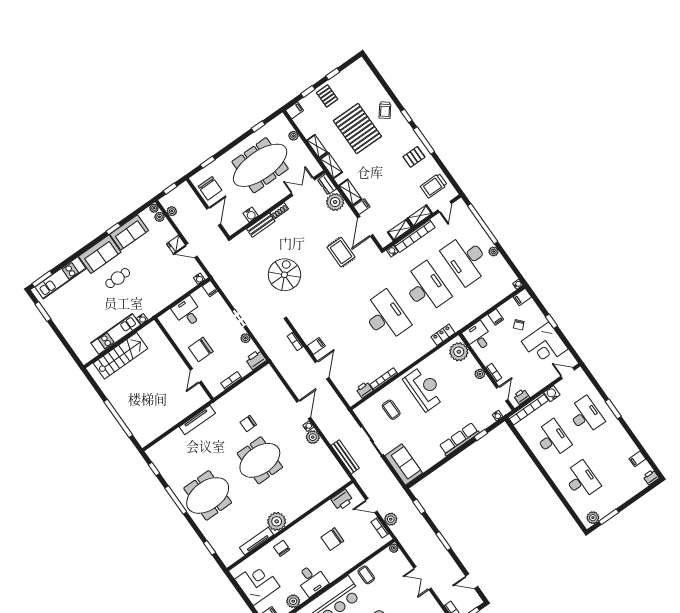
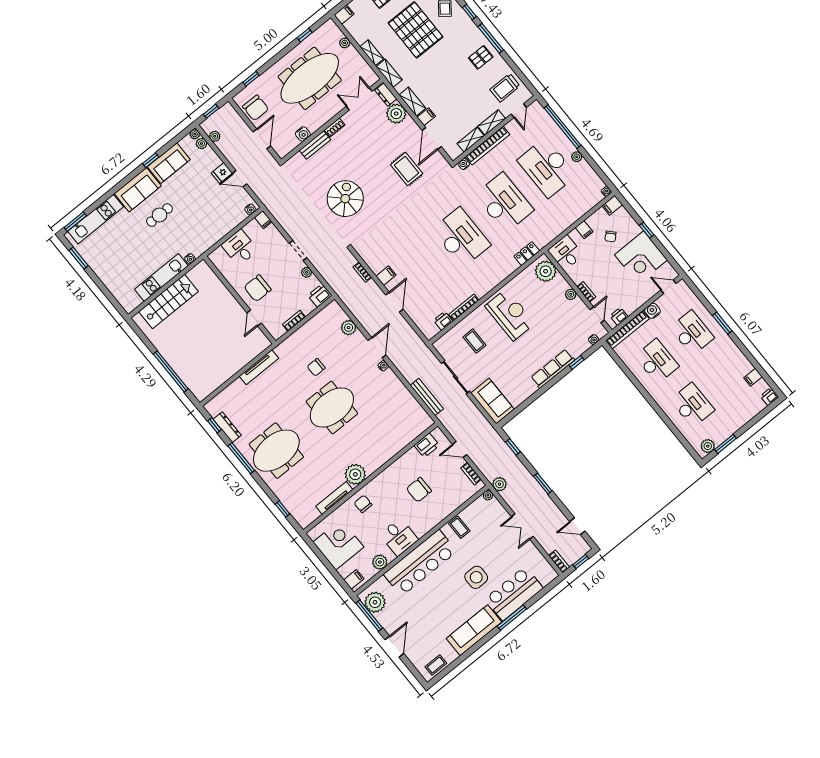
plant: (313, 437) -> (349, 328), moved
dresser: (165, 472) -> (227, 427), added
plant: (391, 519) -> (499, 484), moved

